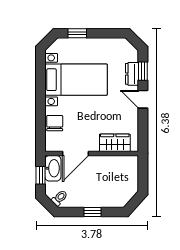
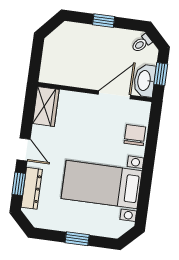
window: (77, 33) -> (77, 239), moved
dresser: (132, 74) -> (32, 188), width x1.44
chair: (55, 123) -> (135, 135), turned 180
wardrobe: (115, 143) -> (46, 106), moved, turned -90

